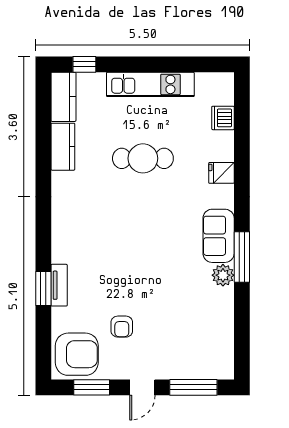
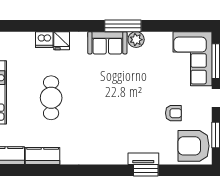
dishwasher: (223, 118) -> (44, 40), moved
corner sofa: (197, 353) -> (193, 59), added
armchair: (77, 354) -> (194, 146), turned -90

